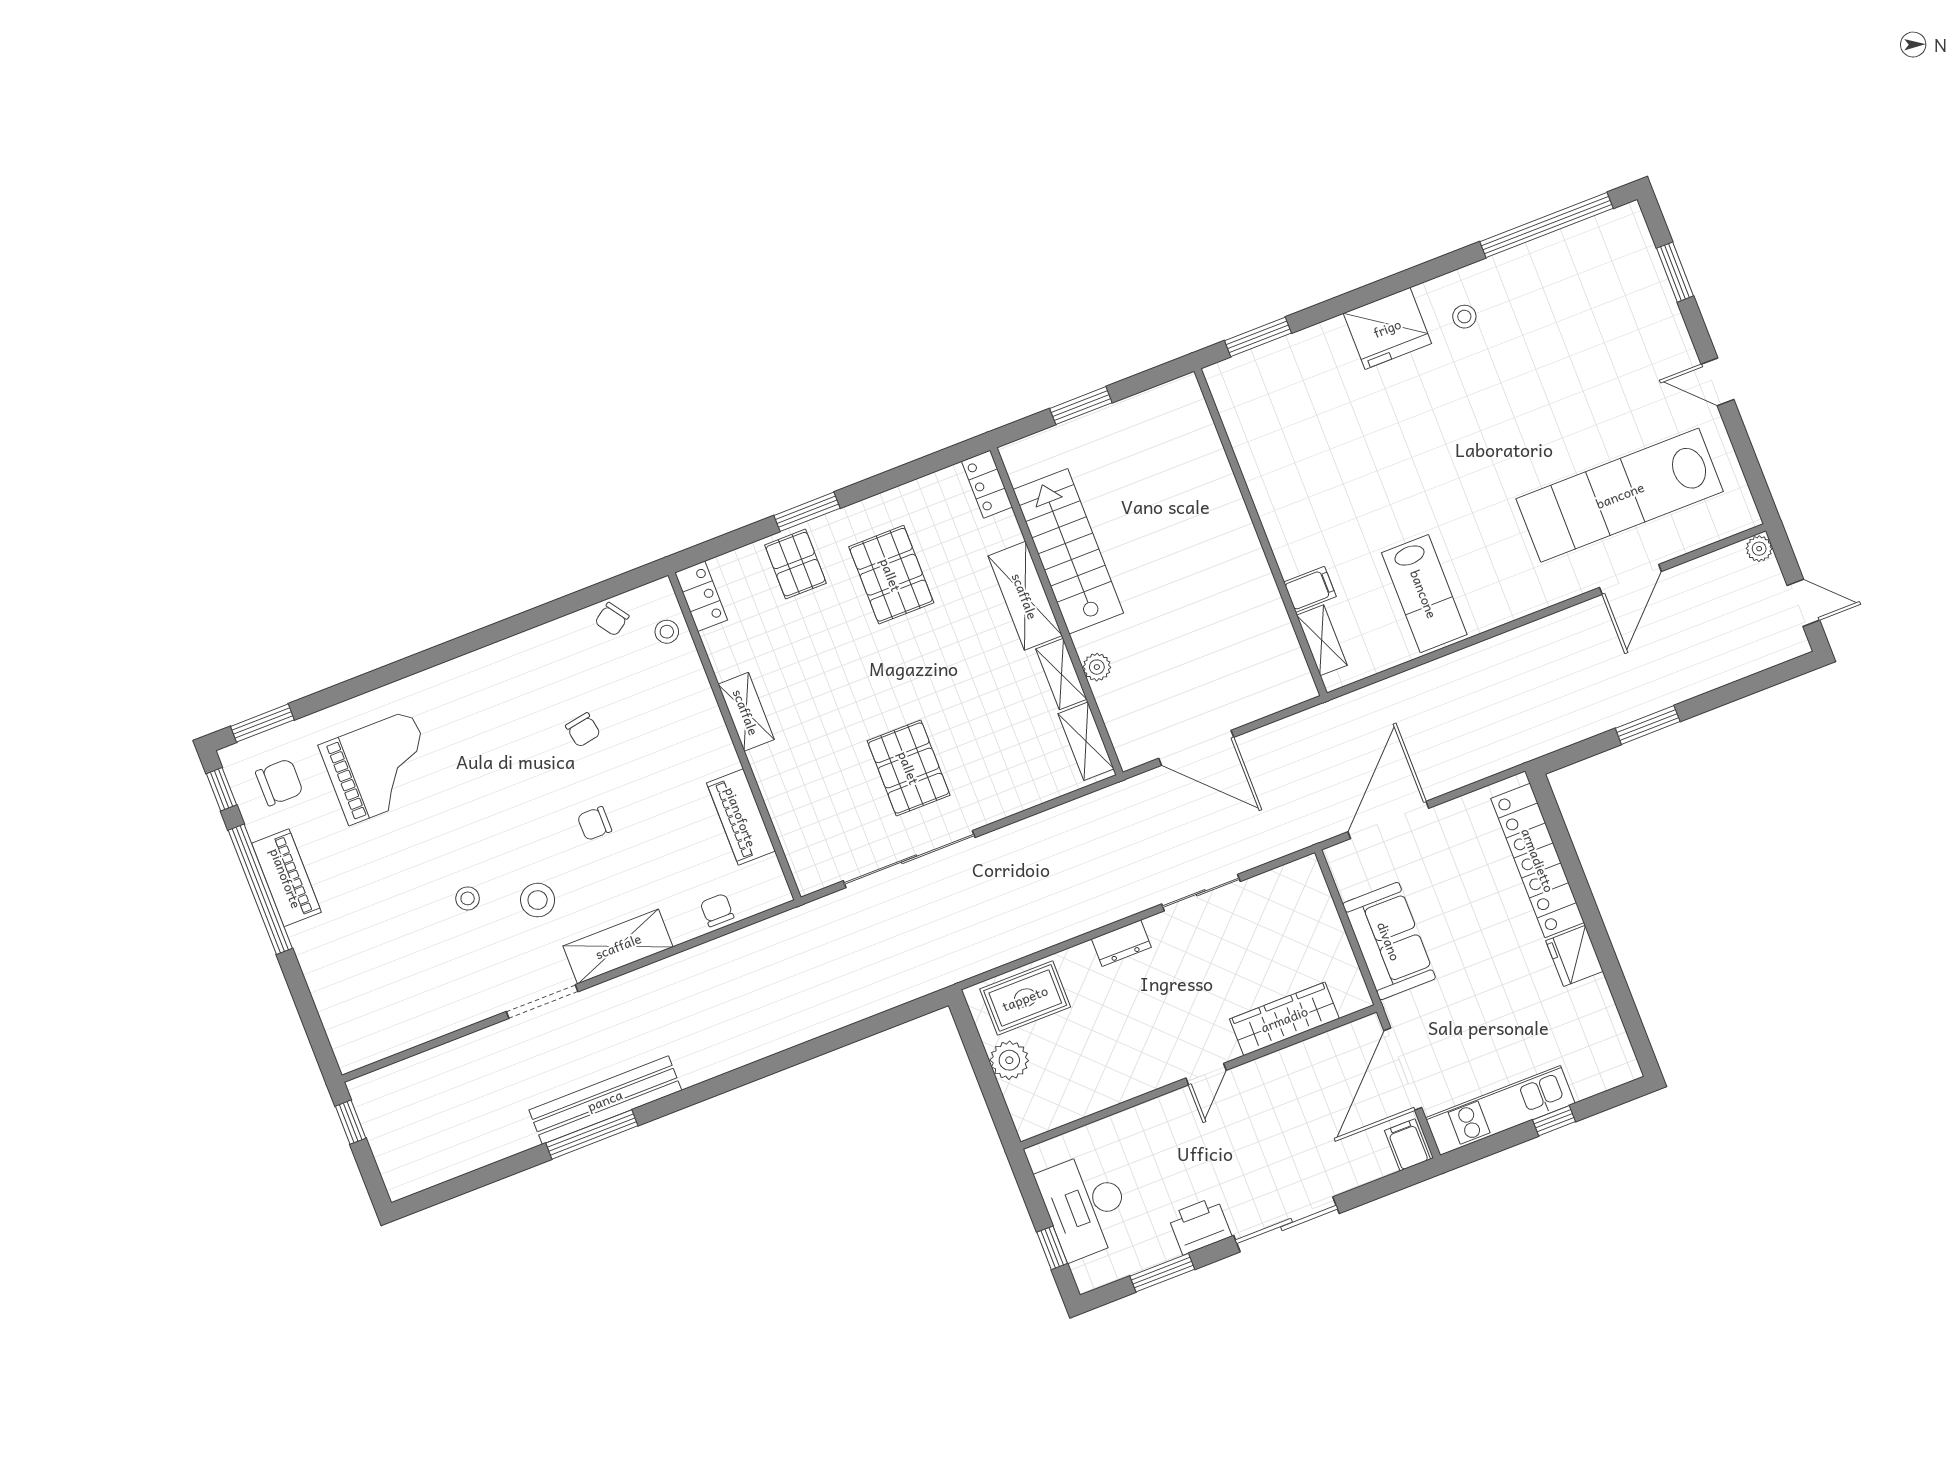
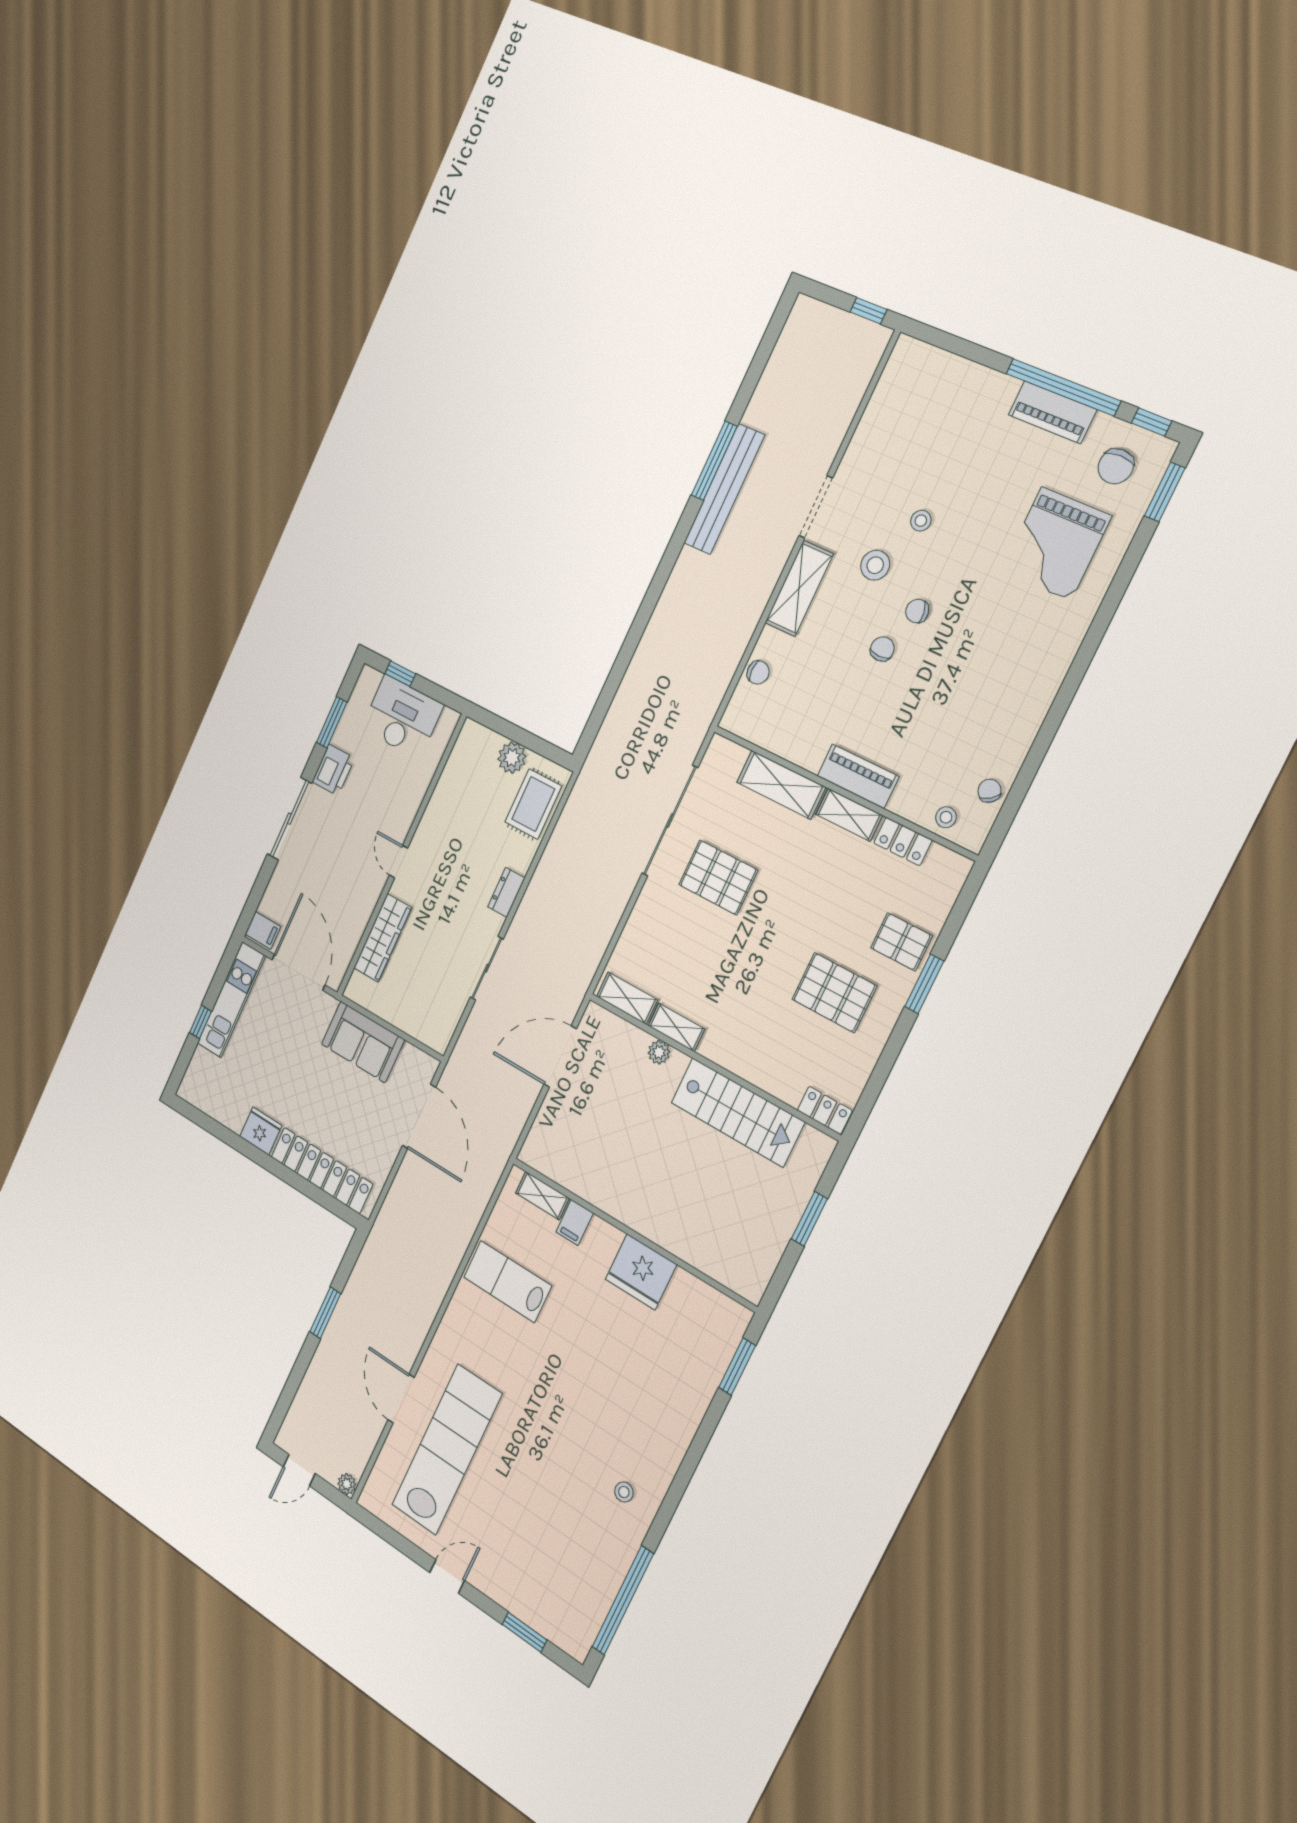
fridge: (1387, 328) -> (641, 1272), moved, turned -90
locker: (701, 596) -> (903, 841), moved
shelving: (1025, 596) -> (781, 785), moved
chair: (583, 730) -> (917, 611), moved
piano: (741, 817) -> (858, 776), moved

